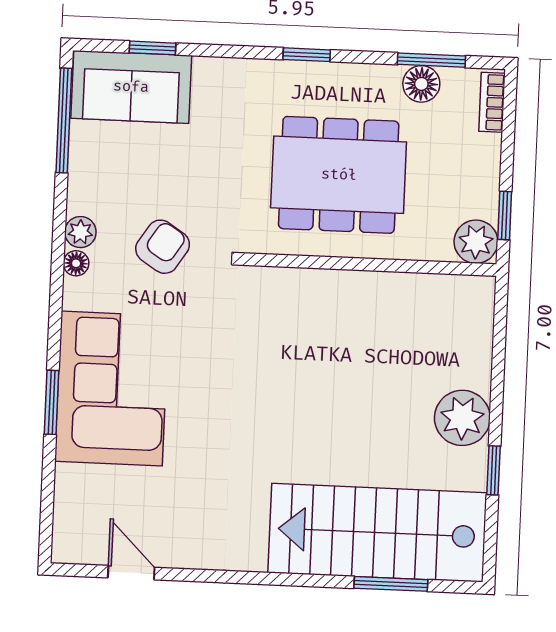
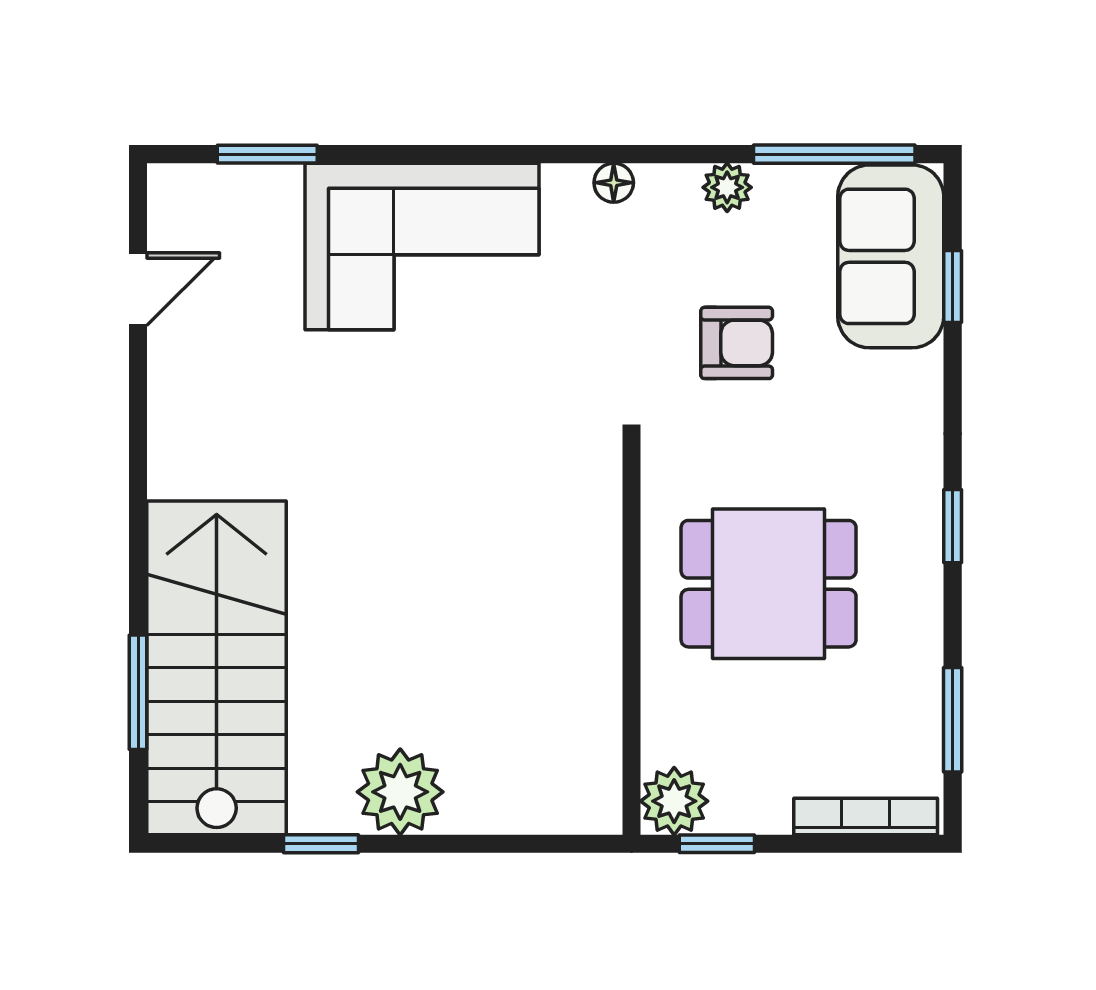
floor lamp: (421, 84) -> (915, 706), removed
bookcase: (492, 102) -> (866, 817), width x1.56
dining table: (339, 175) -> (769, 584), width x0.73
plant: (80, 232) -> (727, 187), moved
armchair: (163, 247) -> (737, 343), moved, turned -33
window: (52, 402) -> (267, 154), moved

